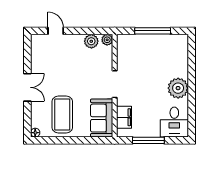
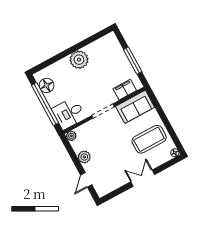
window: (153, 31) -> (45, 104), width x1.46
plant: (91, 41) -> (84, 157), moved
floor lamp: (170, 42) -> (47, 85), added
desk: (174, 122) -> (69, 113), moved, turned 180

